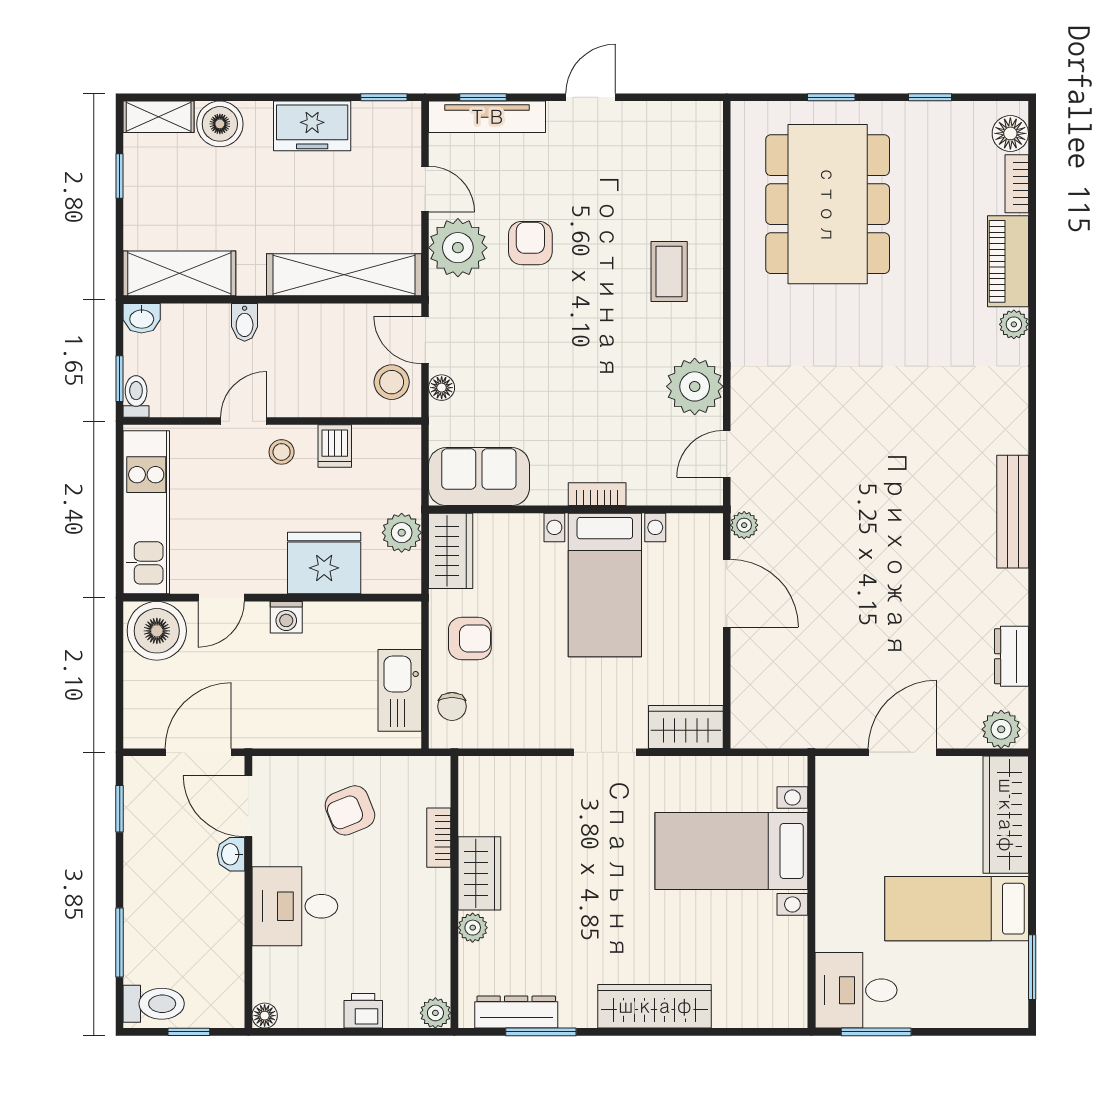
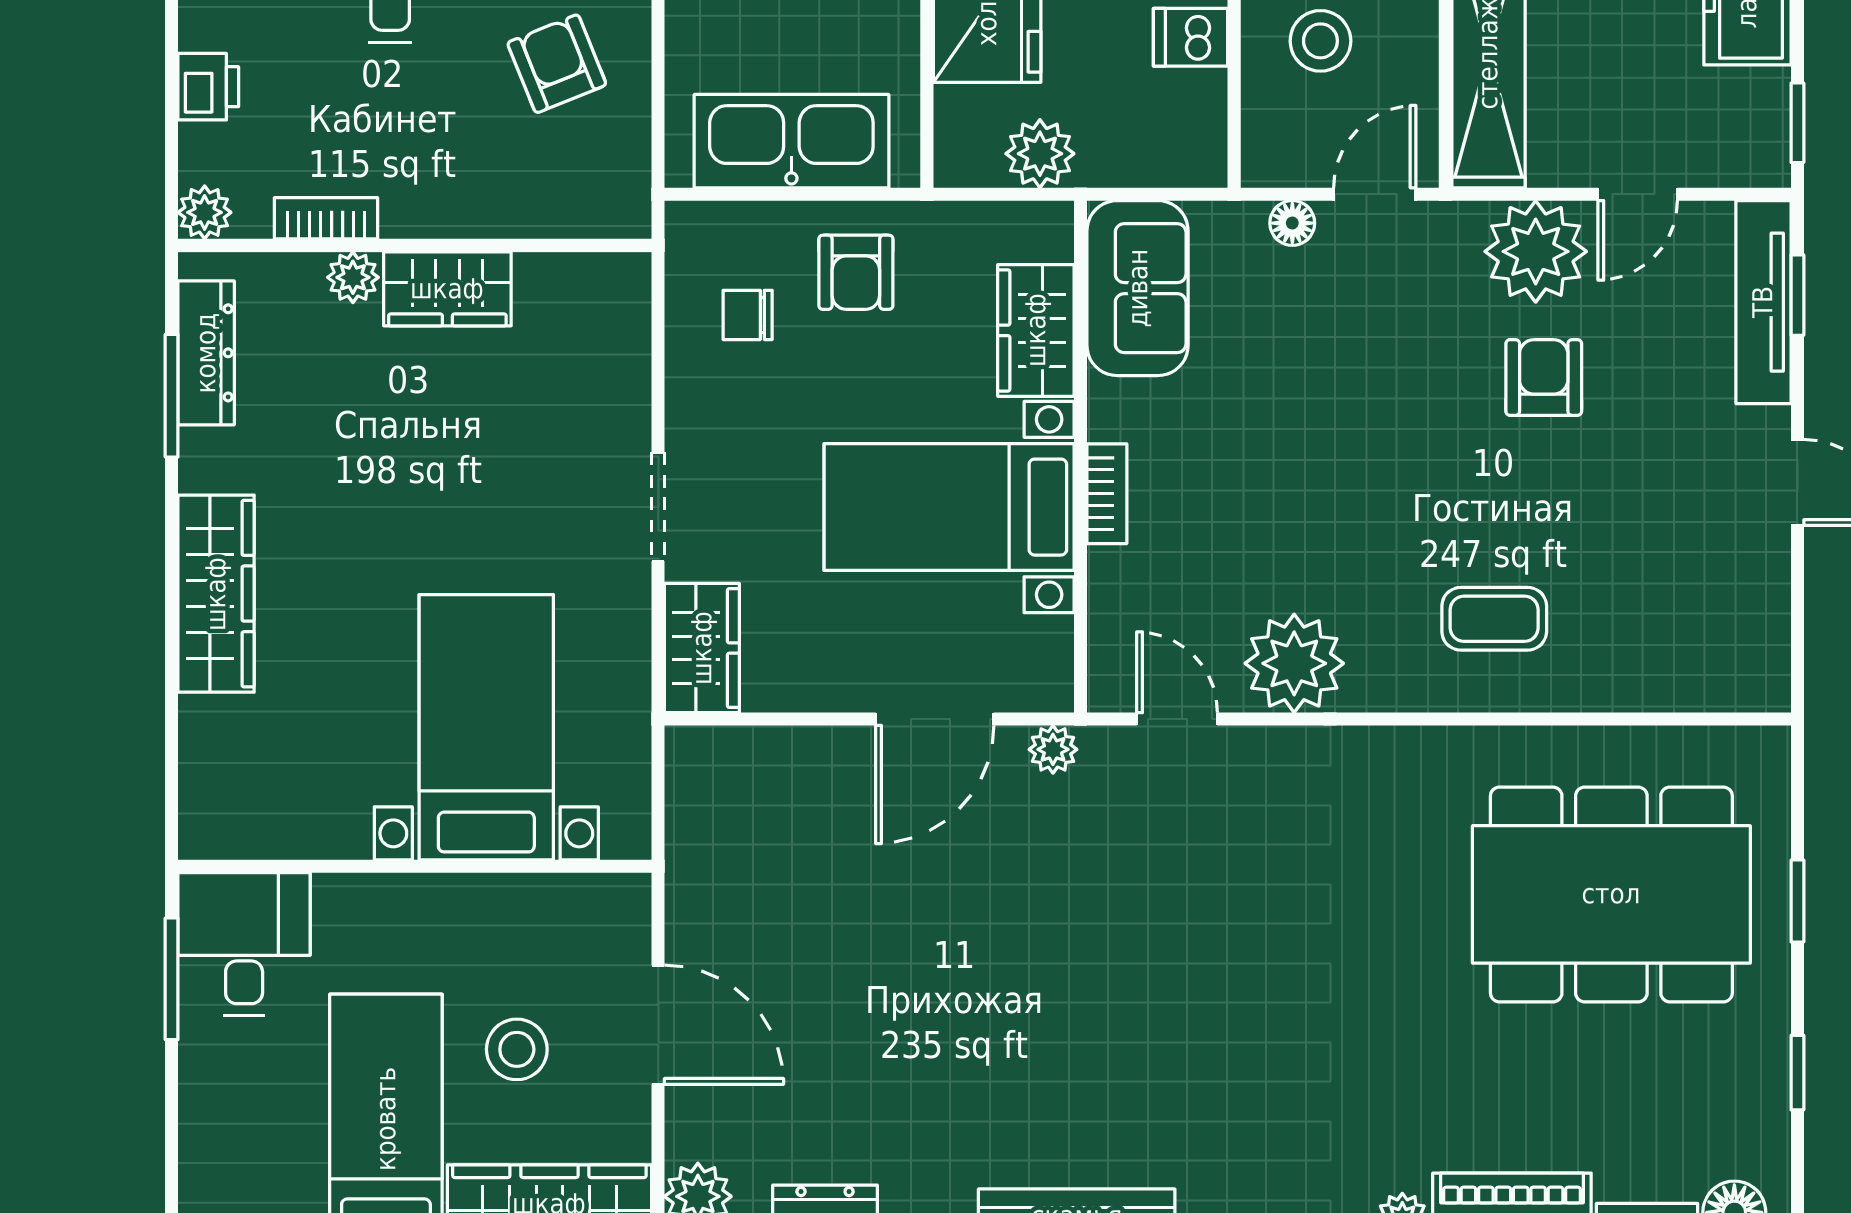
armchair: (530, 243) -> (1544, 377), turned -90
stool: (392, 382) -> (1320, 41), moved
wardrobe: (451, 551) -> (1036, 330), moved, turned 90
kitchen sink: (400, 690) -> (791, 141), width x1.36, depth x1.24
chair: (452, 706) -> (748, 315), moved
stool: (917, 833) -> (517, 1049), added
bookcase: (439, 838) -> (326, 218), moved

